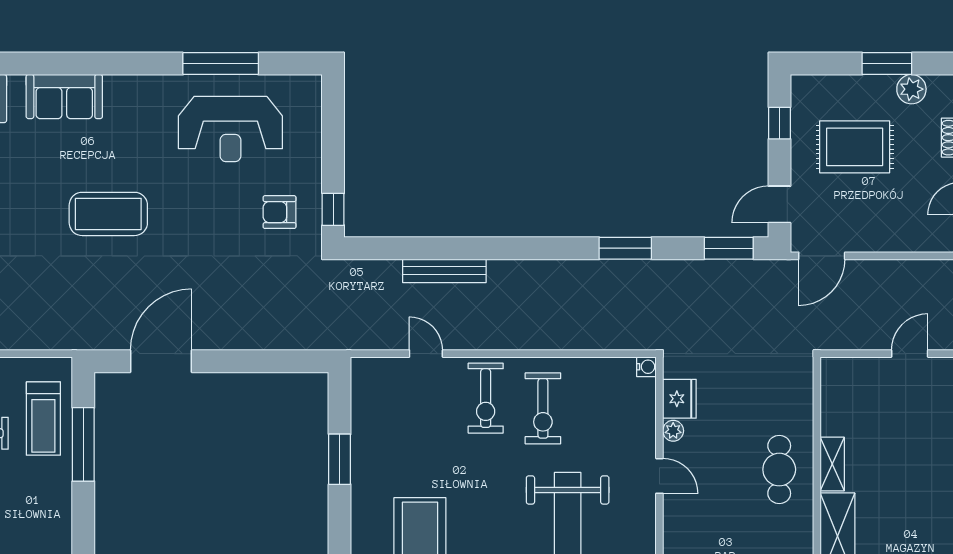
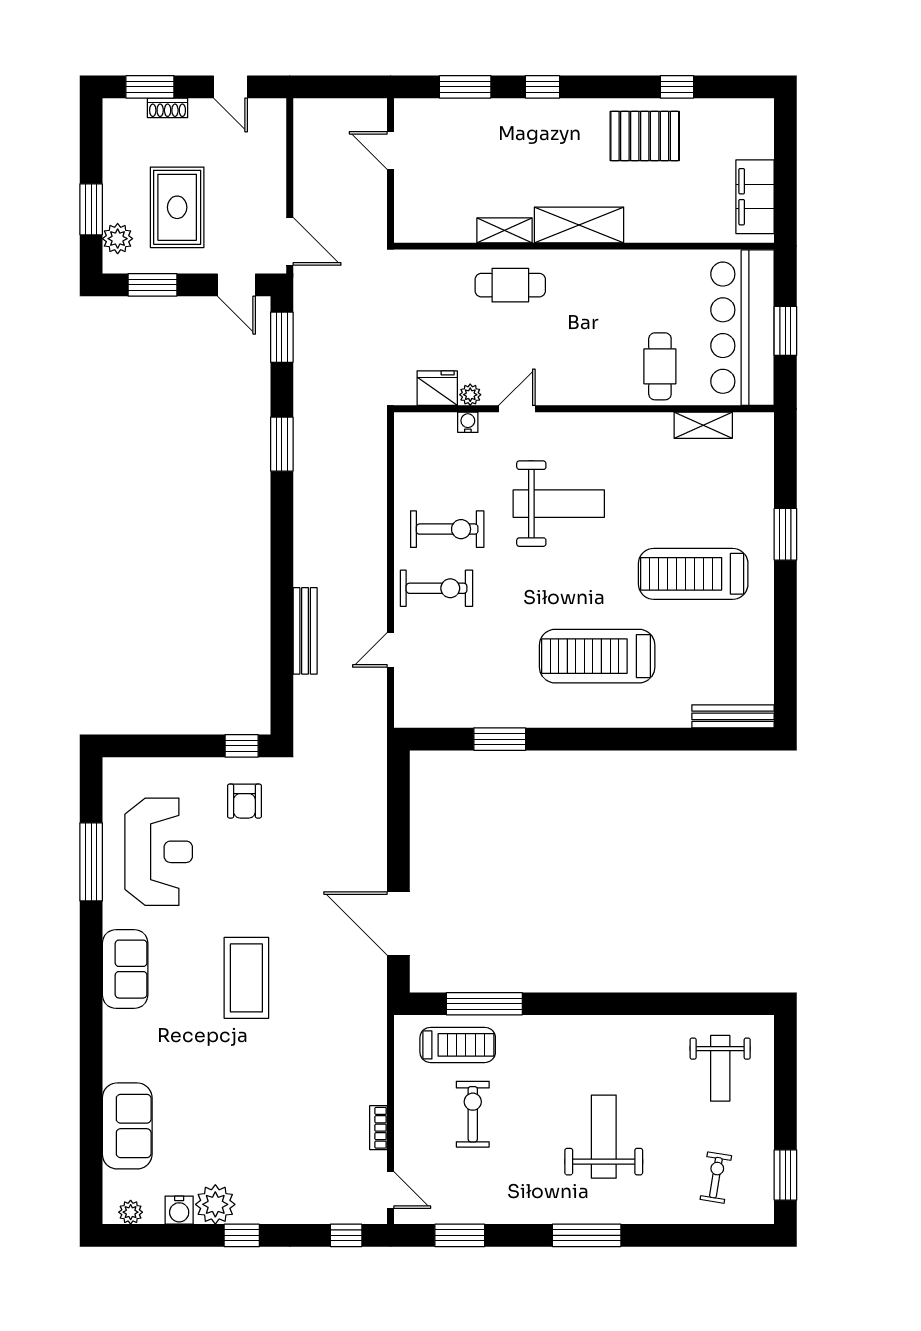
window: (887, 64) -> (91, 209), moved
plant: (911, 89) -> (118, 239), moved
sofa: (64, 97) -> (125, 969), moved
window: (780, 123) -> (152, 285), width x1.50
water cooler: (646, 367) -> (468, 422), moved

